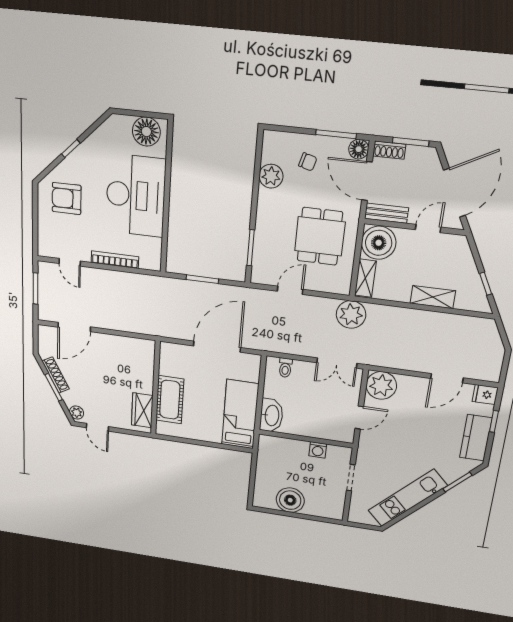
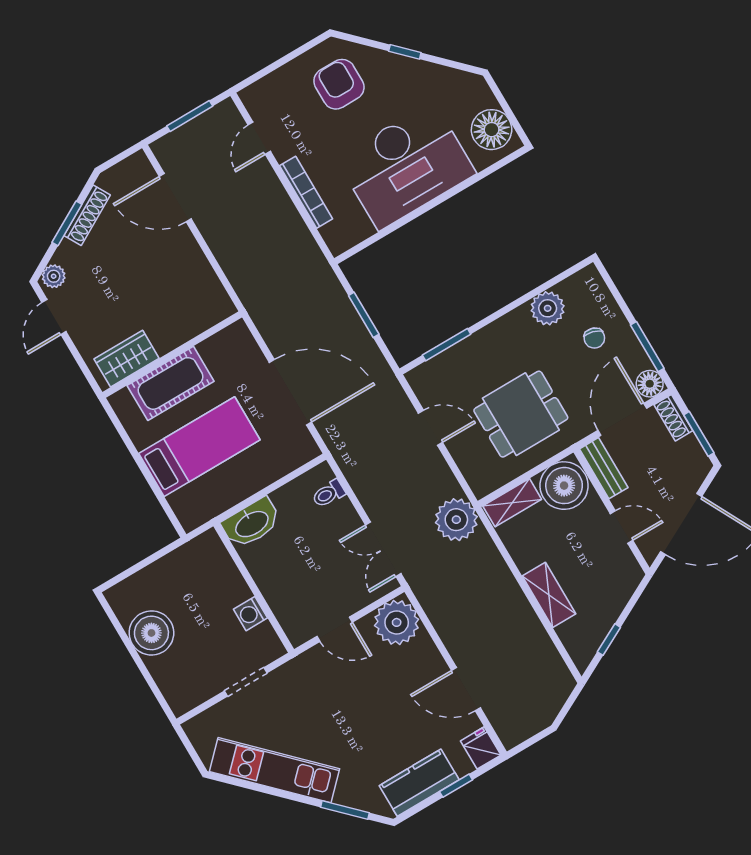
bed: (240, 414) -> (199, 447), moved

